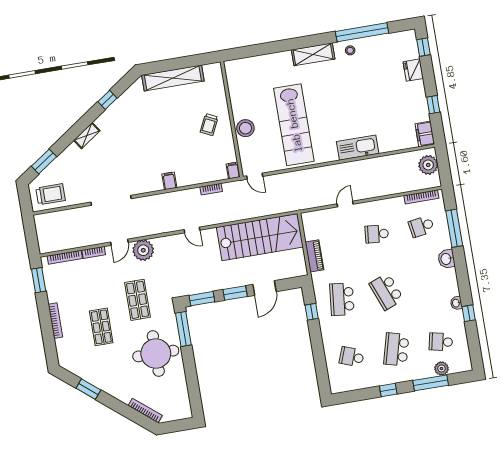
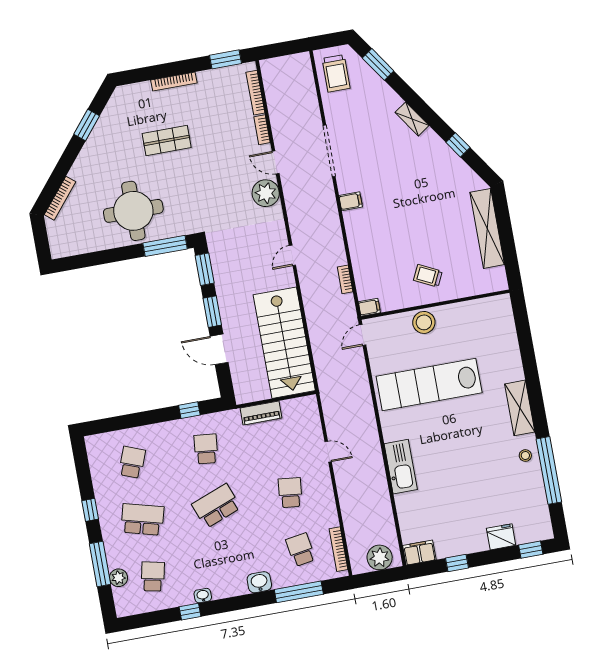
filing cabinet: (169, 181) -> (351, 201), moved
school desk: (342, 299) -> (206, 449), width x0.54
shop shelf: (138, 300) -> (202, 187), removed

